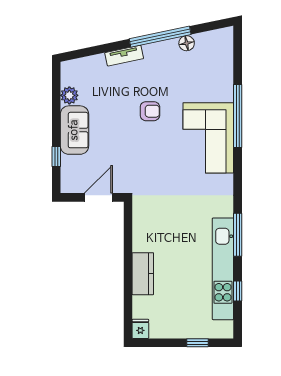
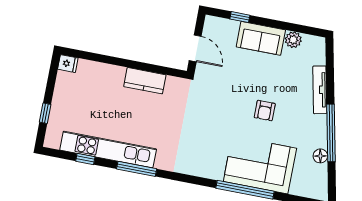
tv unit: (124, 56) -> (320, 90), width x1.41
corner sofa: (208, 138) -> (260, 165), moved
kitchen counter: (143, 274) -> (145, 81), moved

